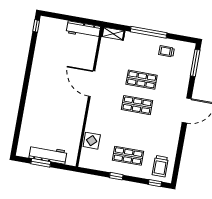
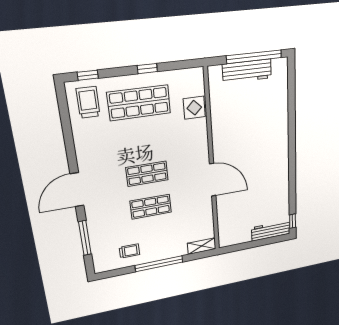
workbench: (83, 30) -> (271, 231), moved
window: (195, 63) -> (85, 238), moved
shop shelf: (128, 156) -> (139, 103), width x1.43, depth x1.36
window: (41, 163) -> (254, 57), width x2.11

